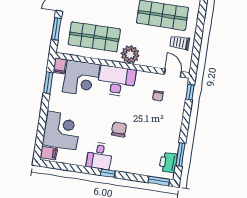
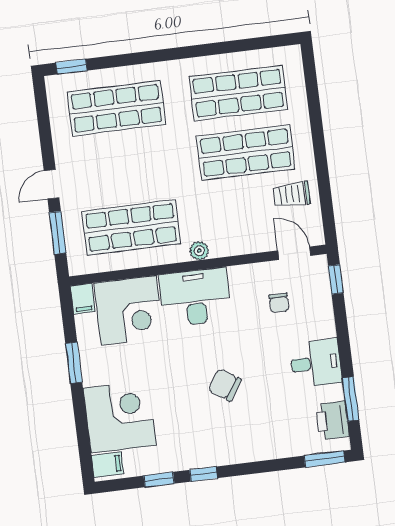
plant: (130, 54) -> (199, 251), width x0.53, depth x0.53
window: (48, 83) -> (74, 363), moved
chair: (119, 129) -> (225, 385), turned -56
desk: (99, 156) -> (316, 363), moved, turned -90
window: (72, 168) -> (159, 480), added
window: (108, 173) -> (203, 474), moved

